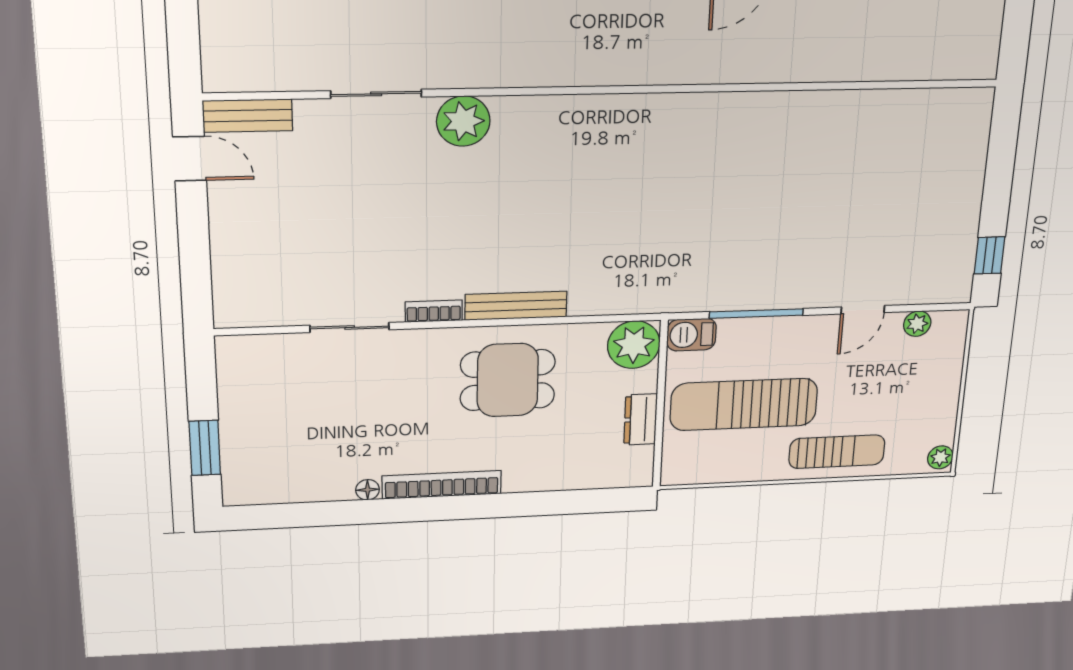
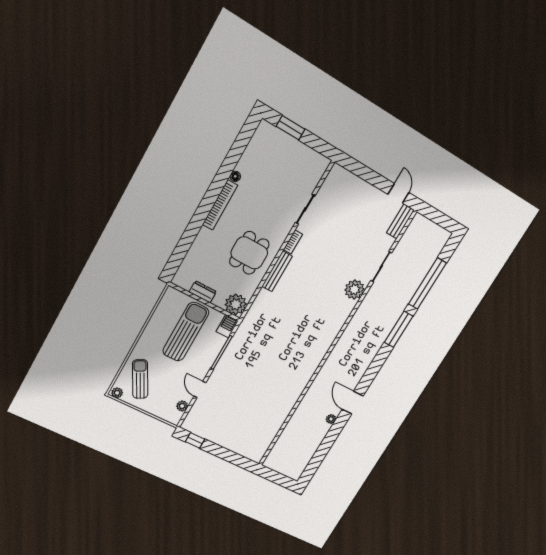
door: (190, 159) -> (398, 193), swing flipped
sun lounger: (837, 452) -> (140, 379), moved, turned 152

